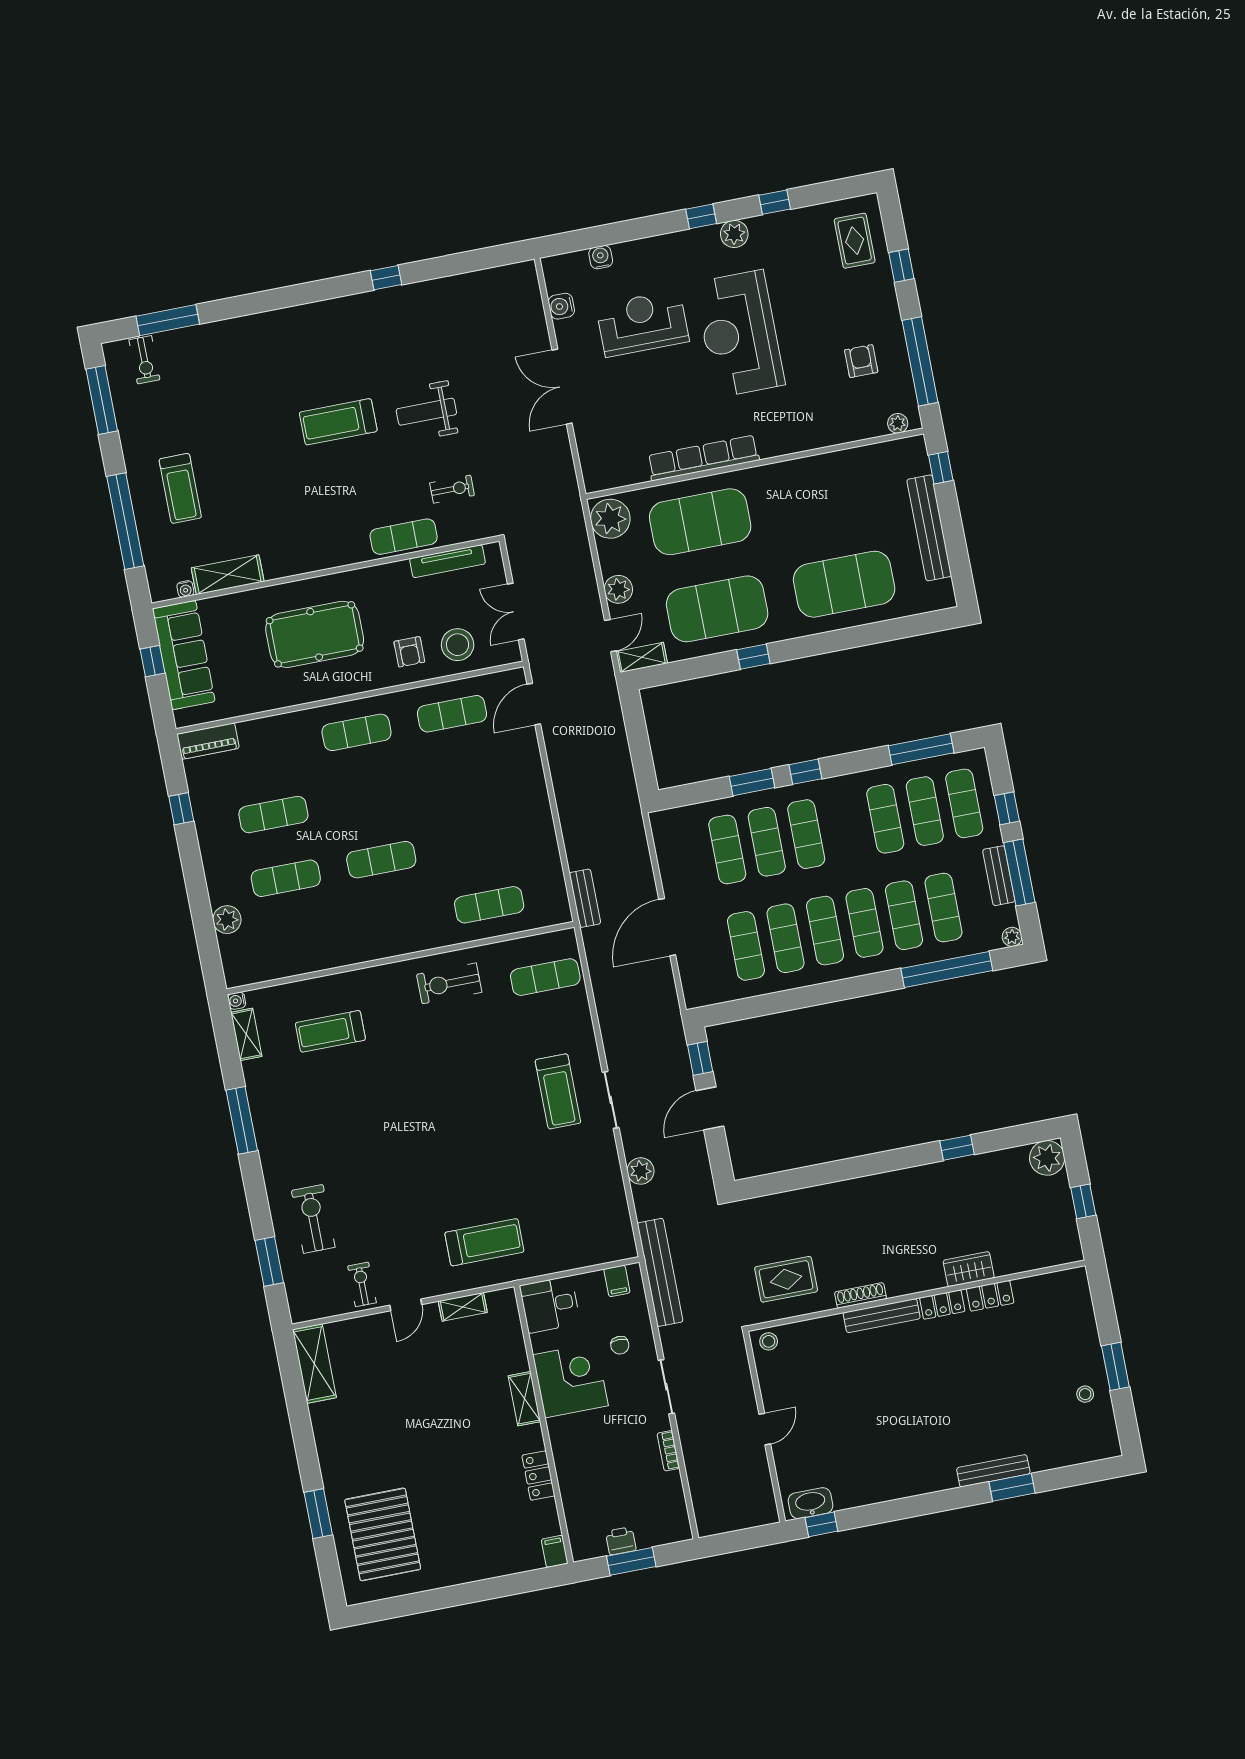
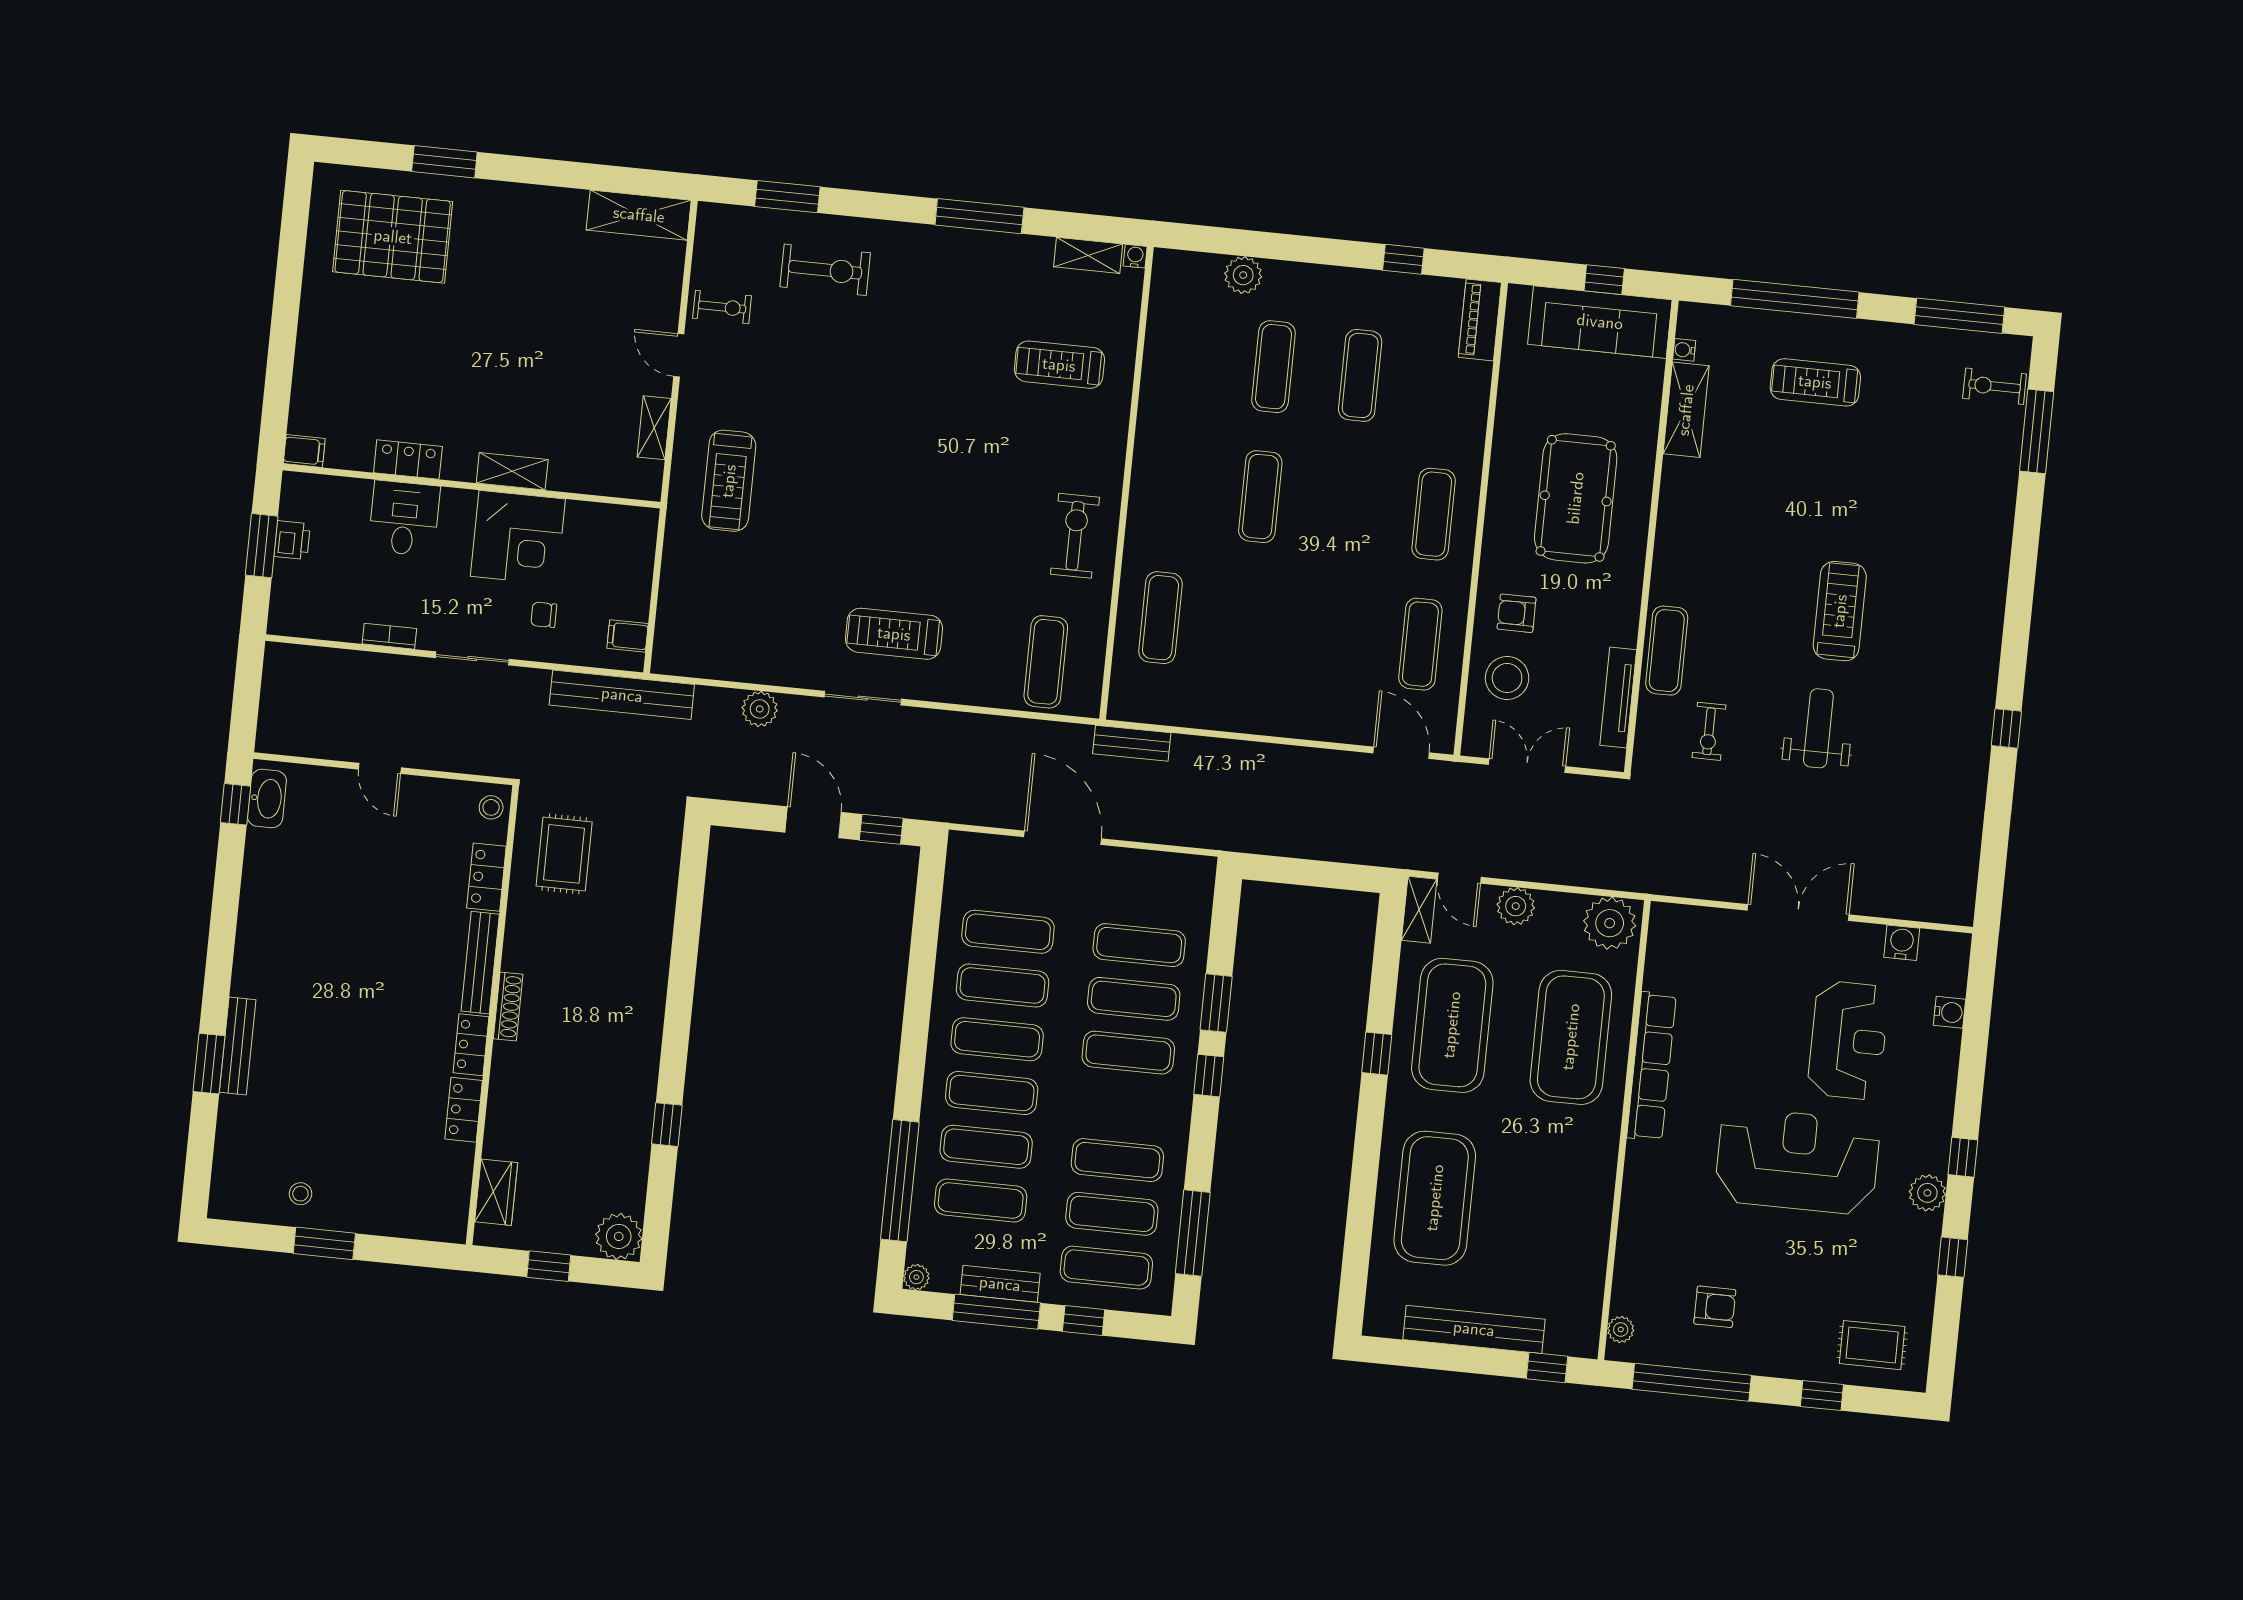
treadmill: (330, 1031) -> (1059, 365), turned -90
wardrobe: (969, 1269) -> (496, 1192), moved
shoe rack: (861, 1295) -> (508, 1006), moved
desk: (550, 1304) -> (404, 518), moved
locker: (819, 1330) -> (486, 877), added

